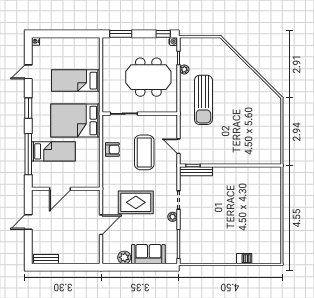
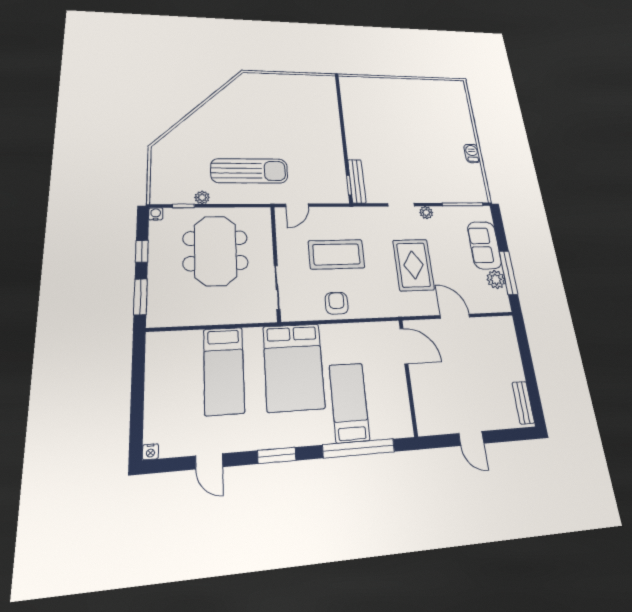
window: (163, 34) -> (142, 251), moved
door: (178, 146) -> (297, 205), moved
door: (60, 189) -> (404, 346), moved
barbecue: (244, 259) -> (472, 153), moved
window: (129, 267) -> (508, 273), added

